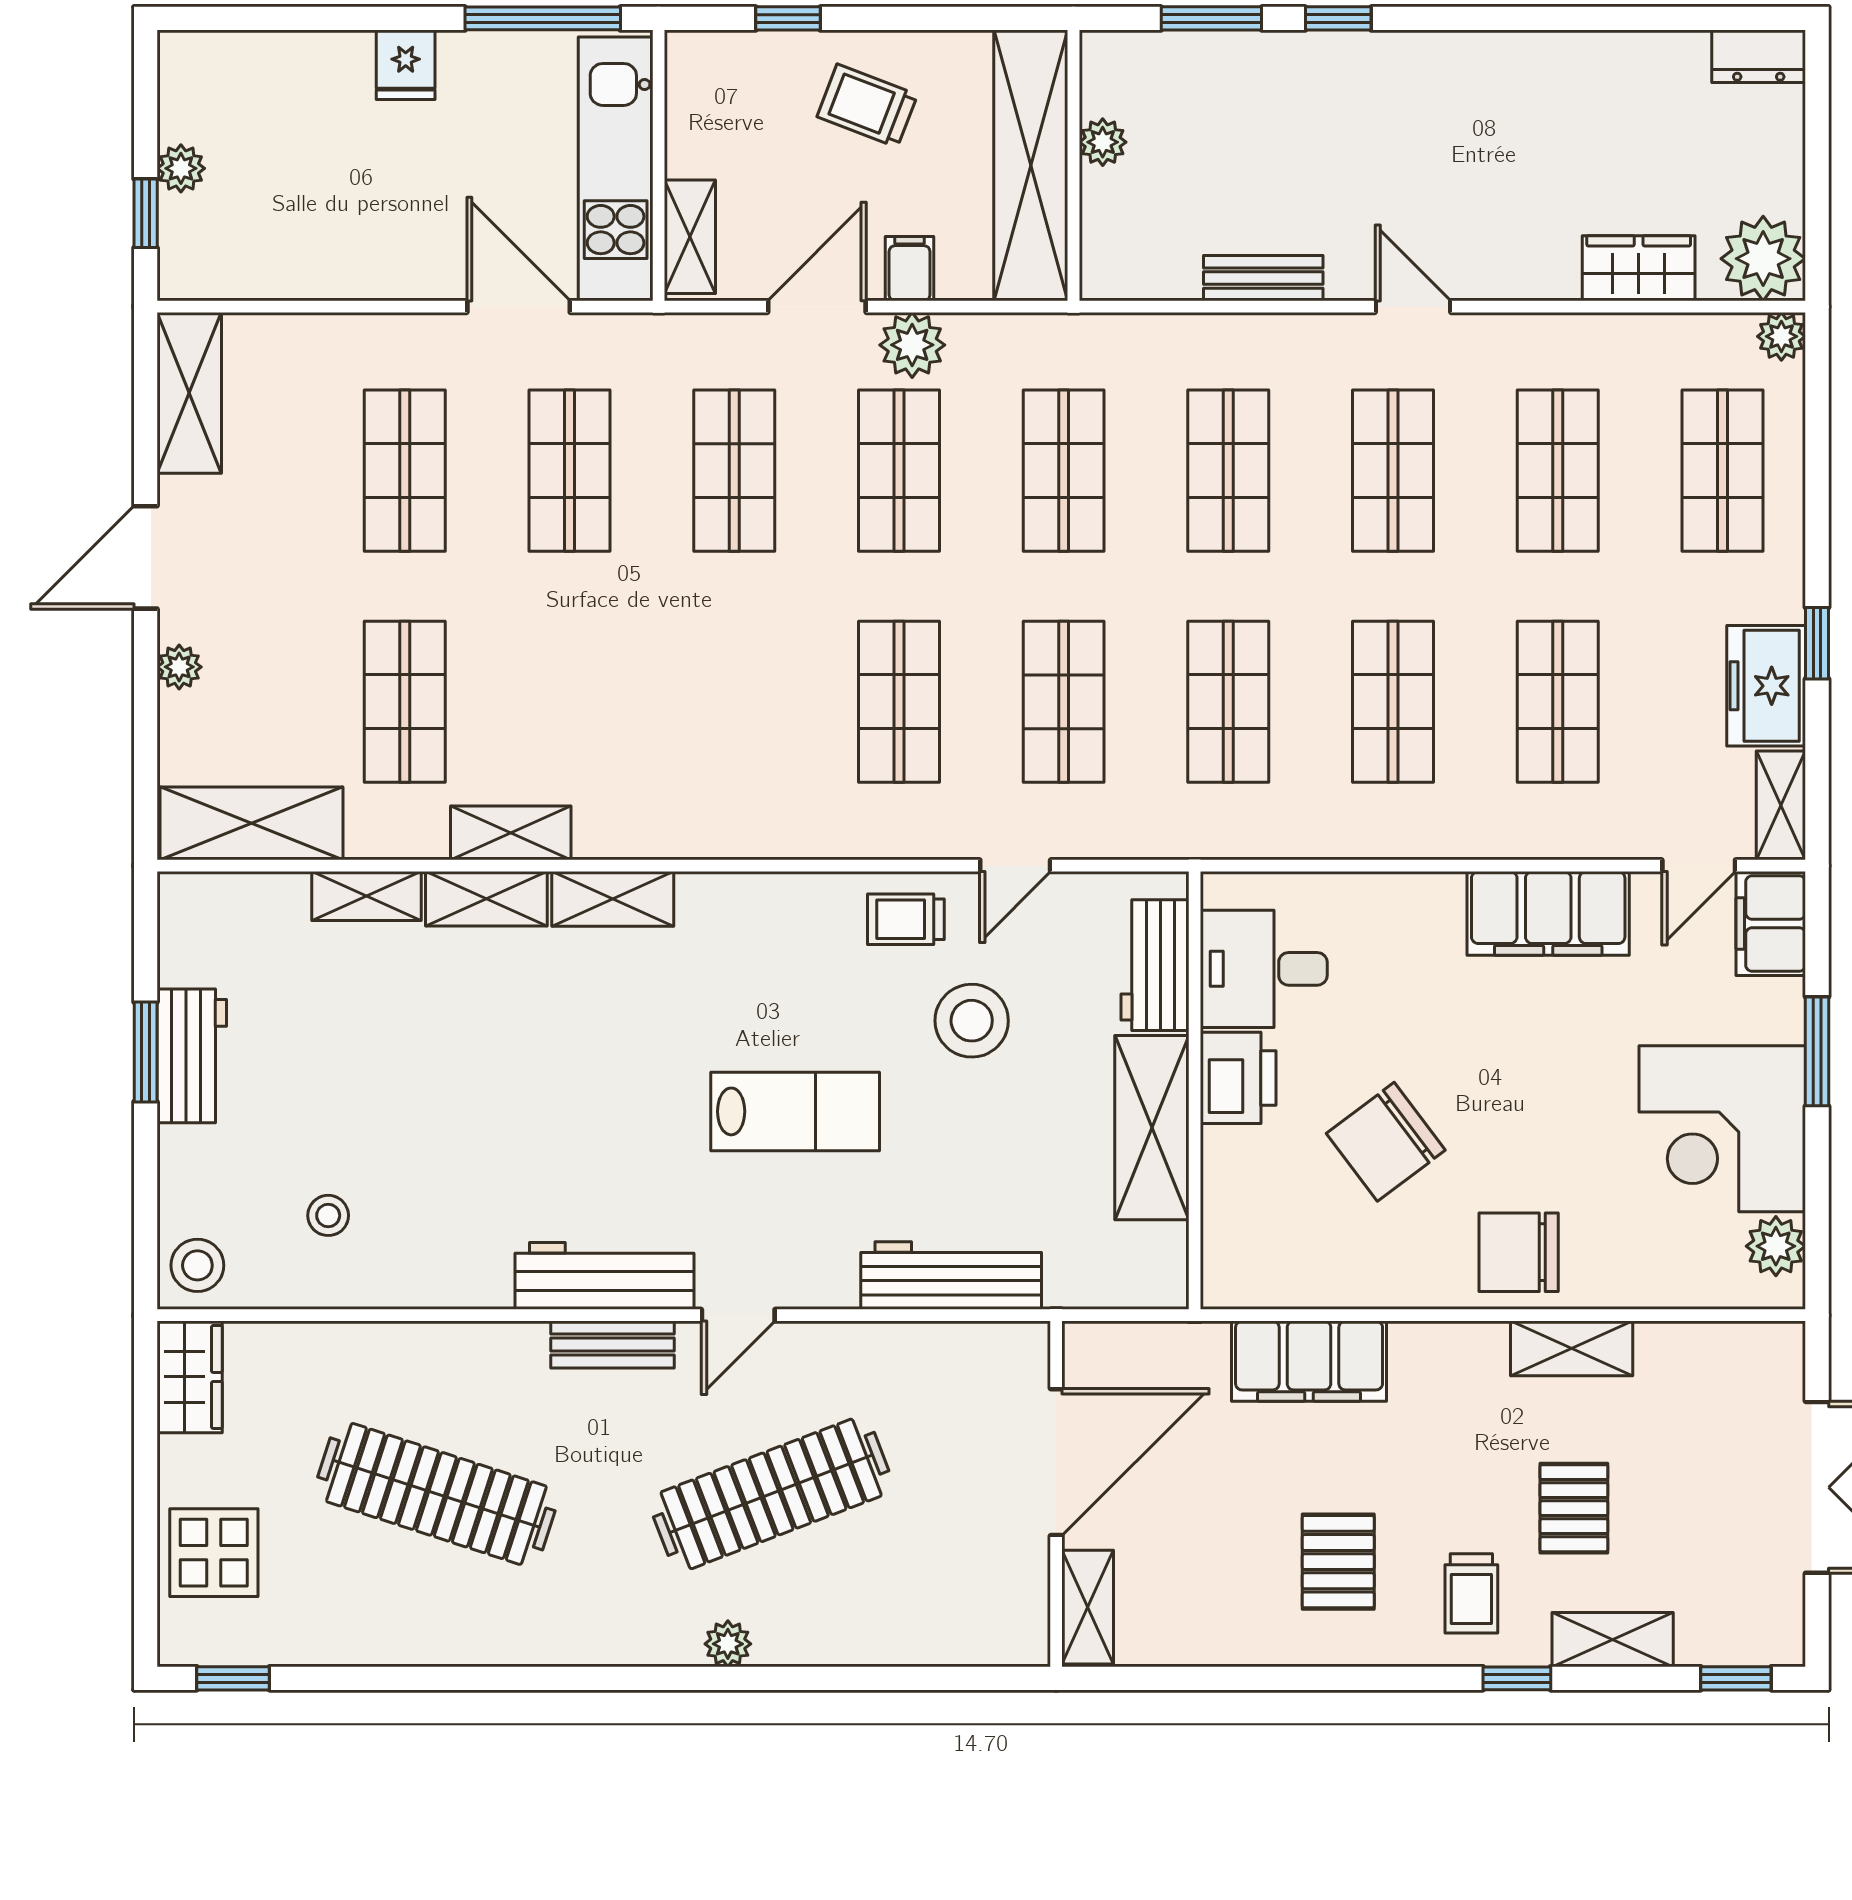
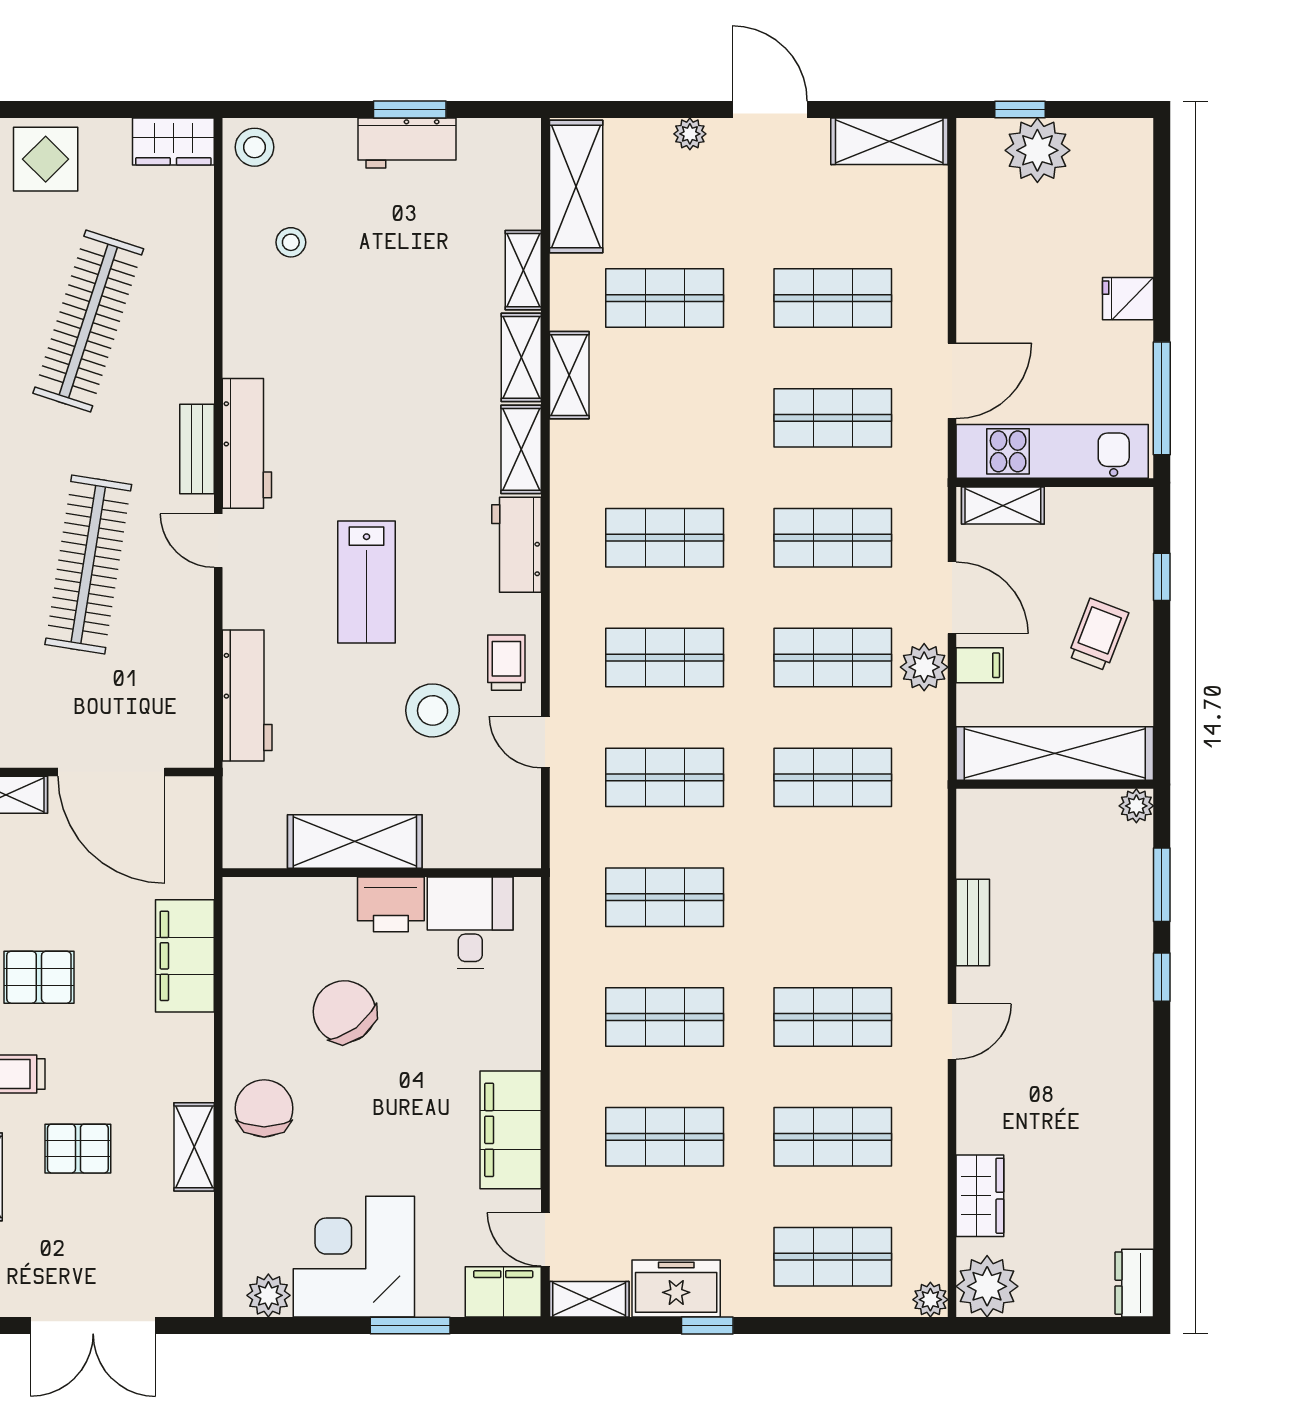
plant: (1103, 142) -> (1136, 806), moved
plant: (181, 168) -> (1037, 150), width x1.88, depth x1.88
shop shelf: (1228, 471) -> (665, 538), moved
workbench: (1155, 965) -> (516, 545), moved, turned -90
clothes rail: (771, 1494) -> (88, 565), turned 30

